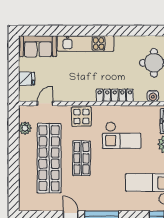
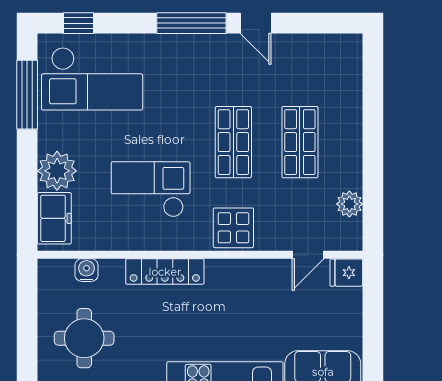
fridge: (27, 79) -> (346, 273), moved
shop shelf: (49, 158) -> (300, 142), width x0.50, depth x0.74

